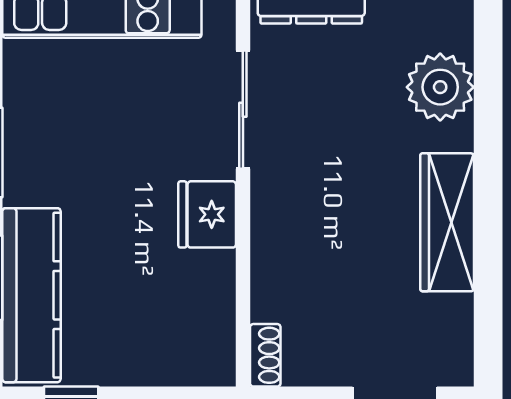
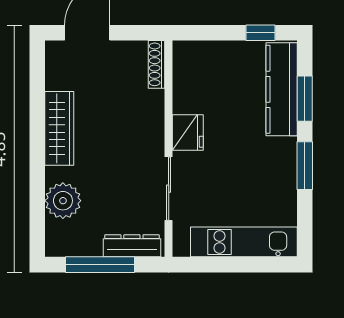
shoe rack: (265, 355) -> (157, 64), width x1.43

